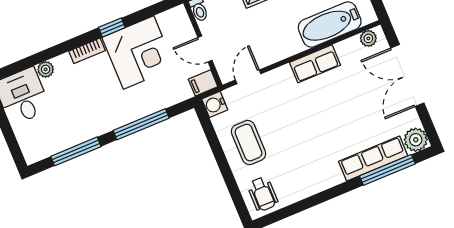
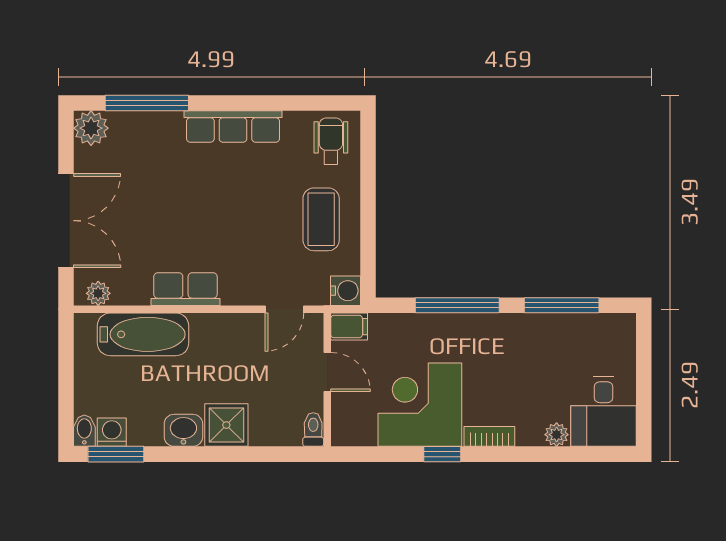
row of seats: (373, 159) -> (233, 126), moved

